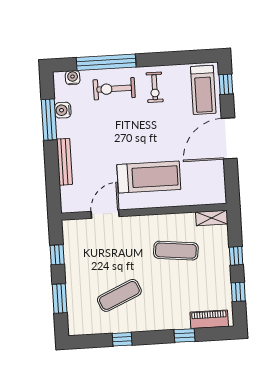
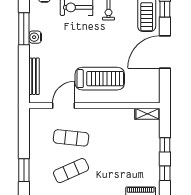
water cooler: (63, 110) -> (35, 37), moved
bench: (64, 162) -> (34, 76), moved
exercise mat: (176, 251) -> (71, 138), moved
window: (57, 255) -> (24, 136), removed

